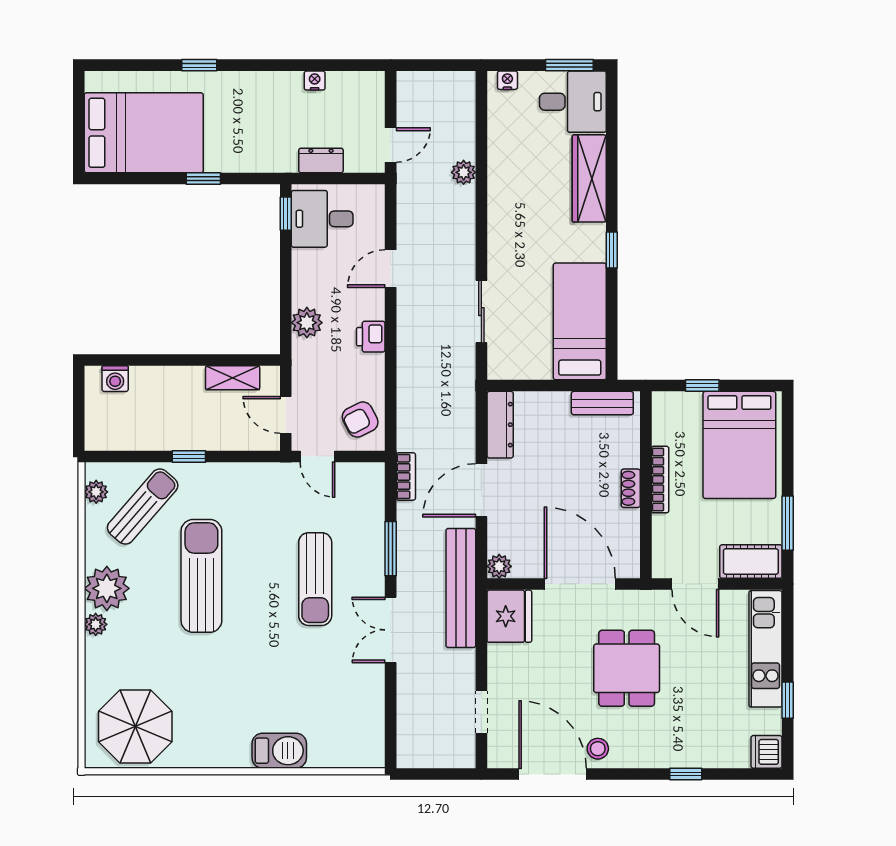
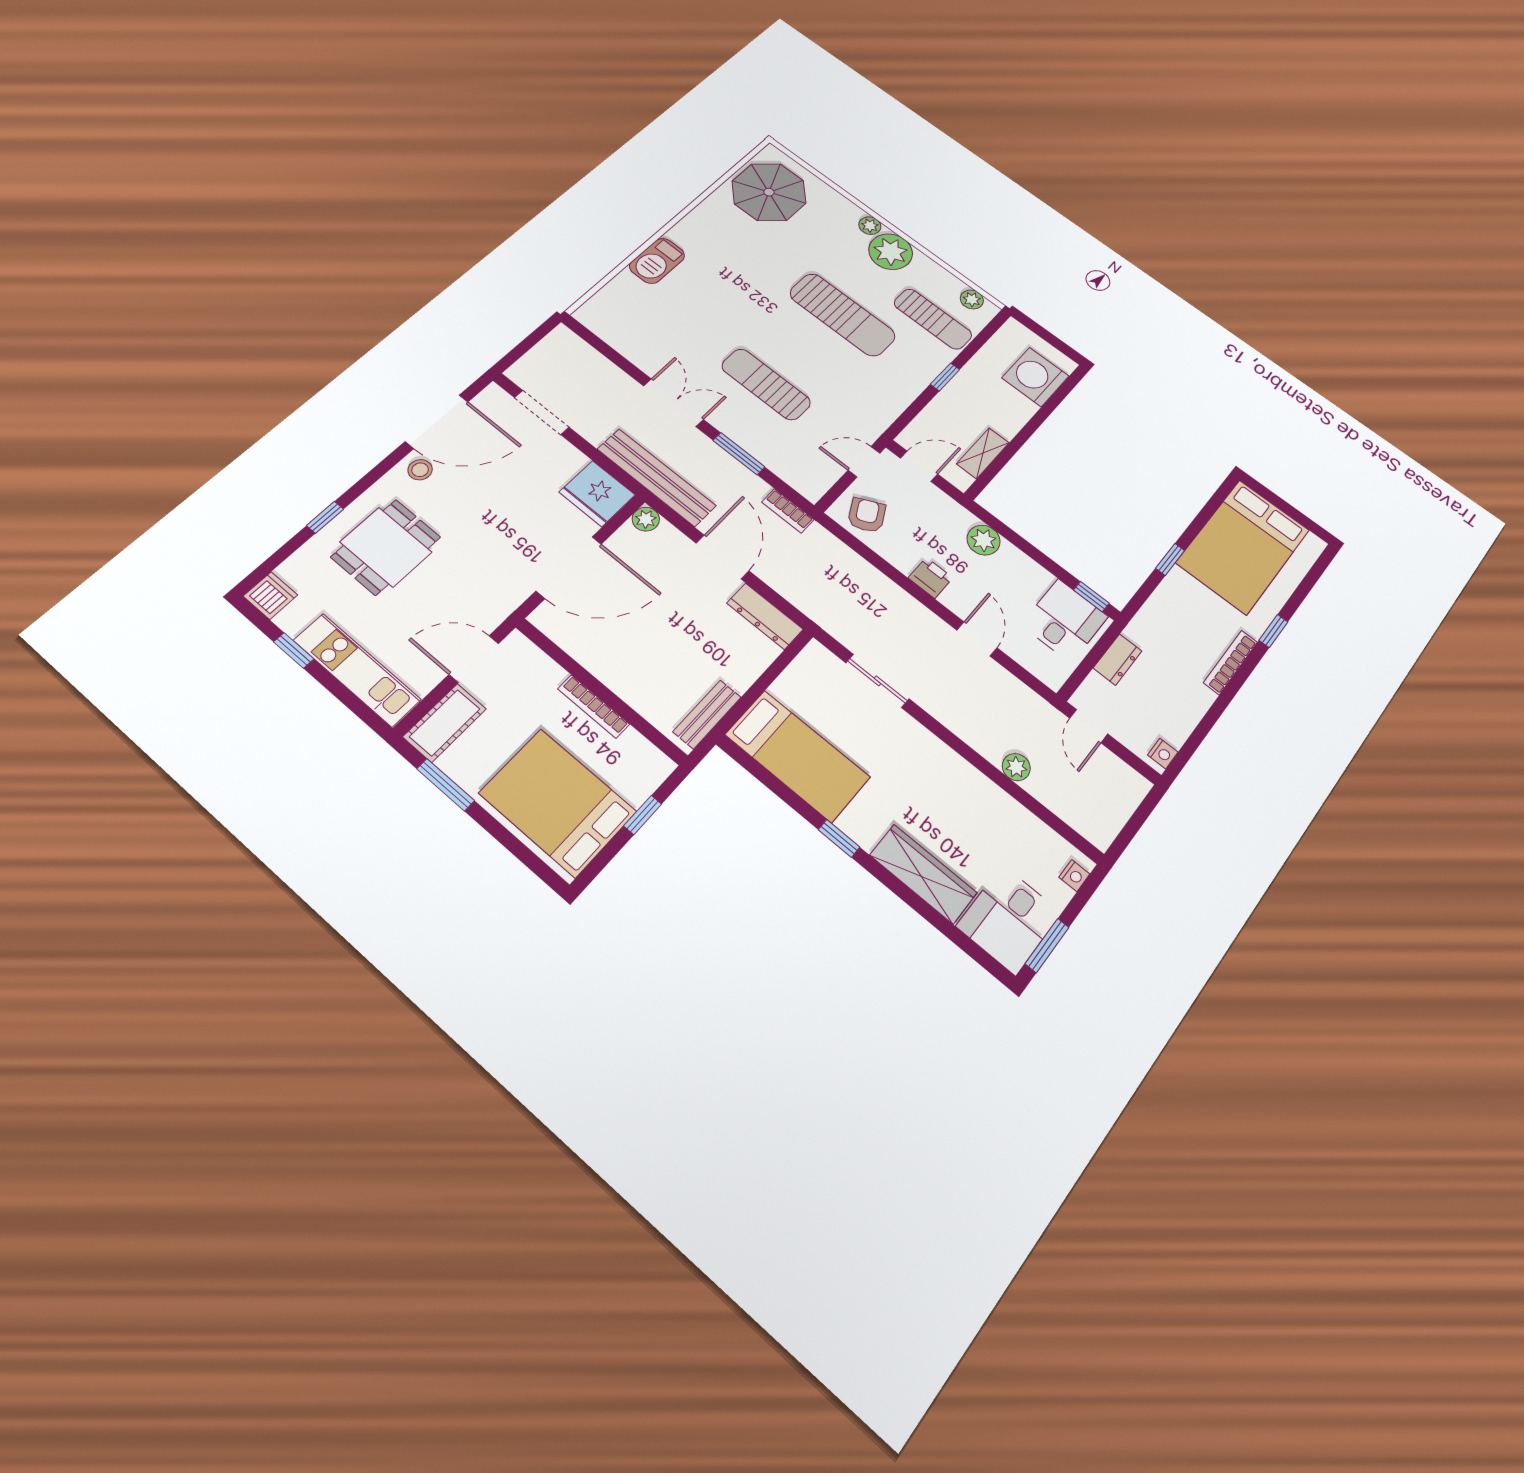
bookcase: (253, 80) -> (1231, 662), added
nightstand: (315, 81) -> (1163, 753), moved
washing machine: (115, 379) -> (1035, 377), width x1.89, depth x1.89
shoe rack: (631, 488) -> (610, 676), removed
sun lounger: (143, 507) -> (933, 319), turned -41
dining table: (627, 668) -> (386, 547), moved, turned 90
doorway: (481, 712) -> (542, 412), width x1.38

